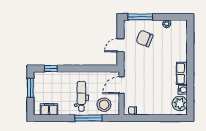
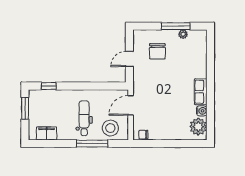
window: (140, 17) -> (176, 26), moved
chair: (145, 39) -> (157, 51), turned -112

